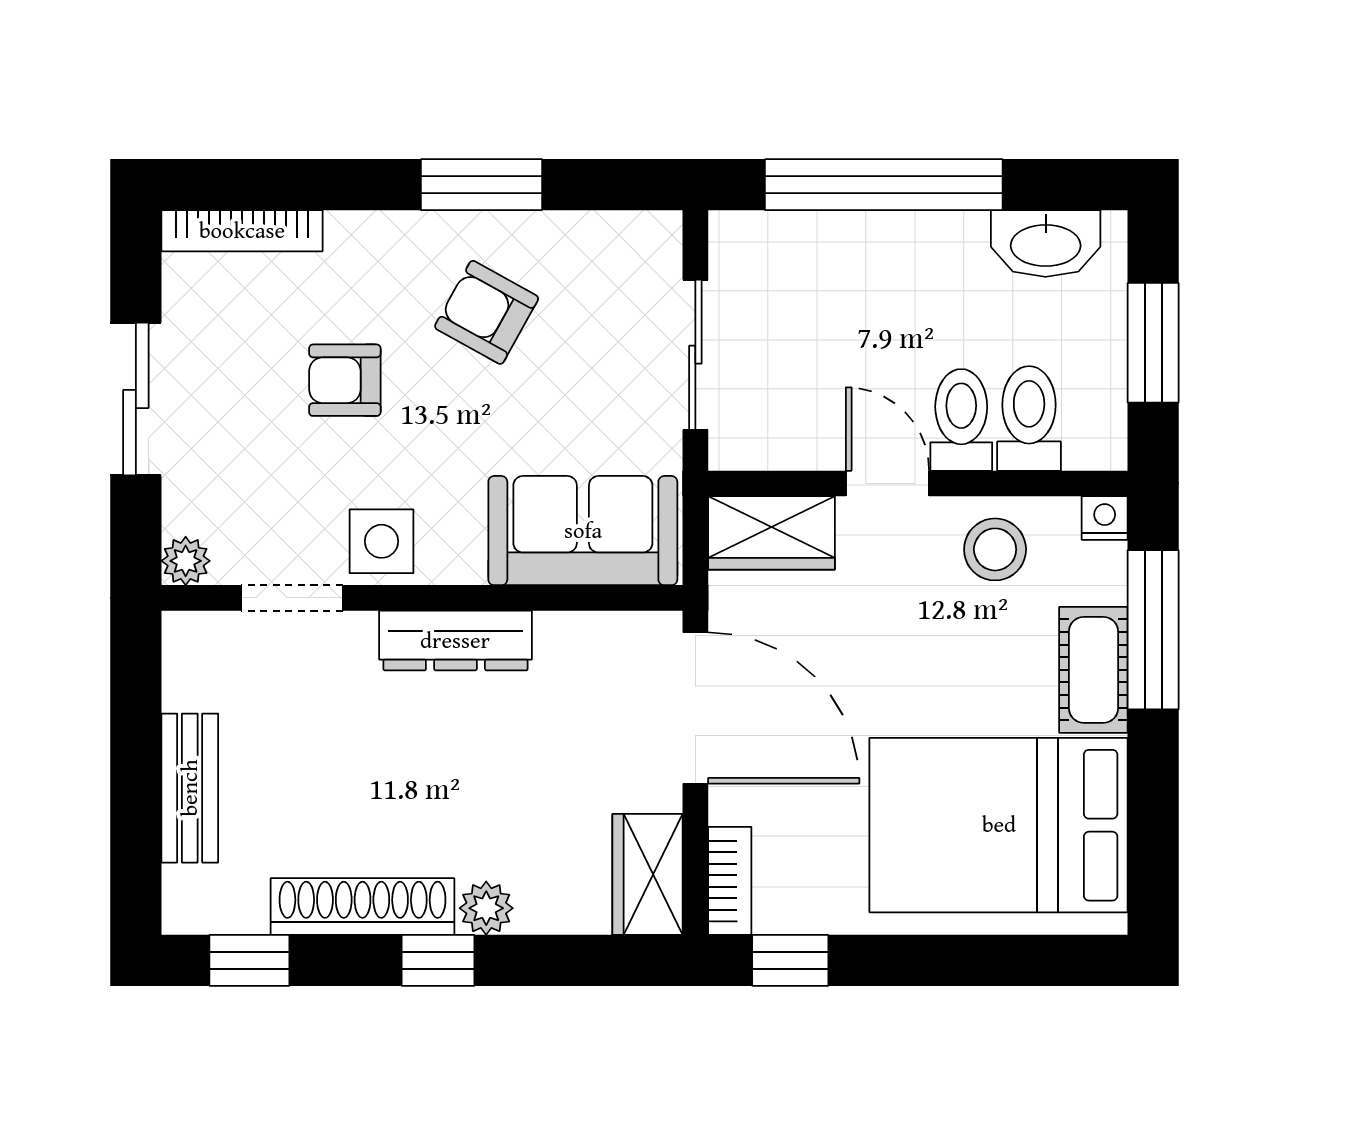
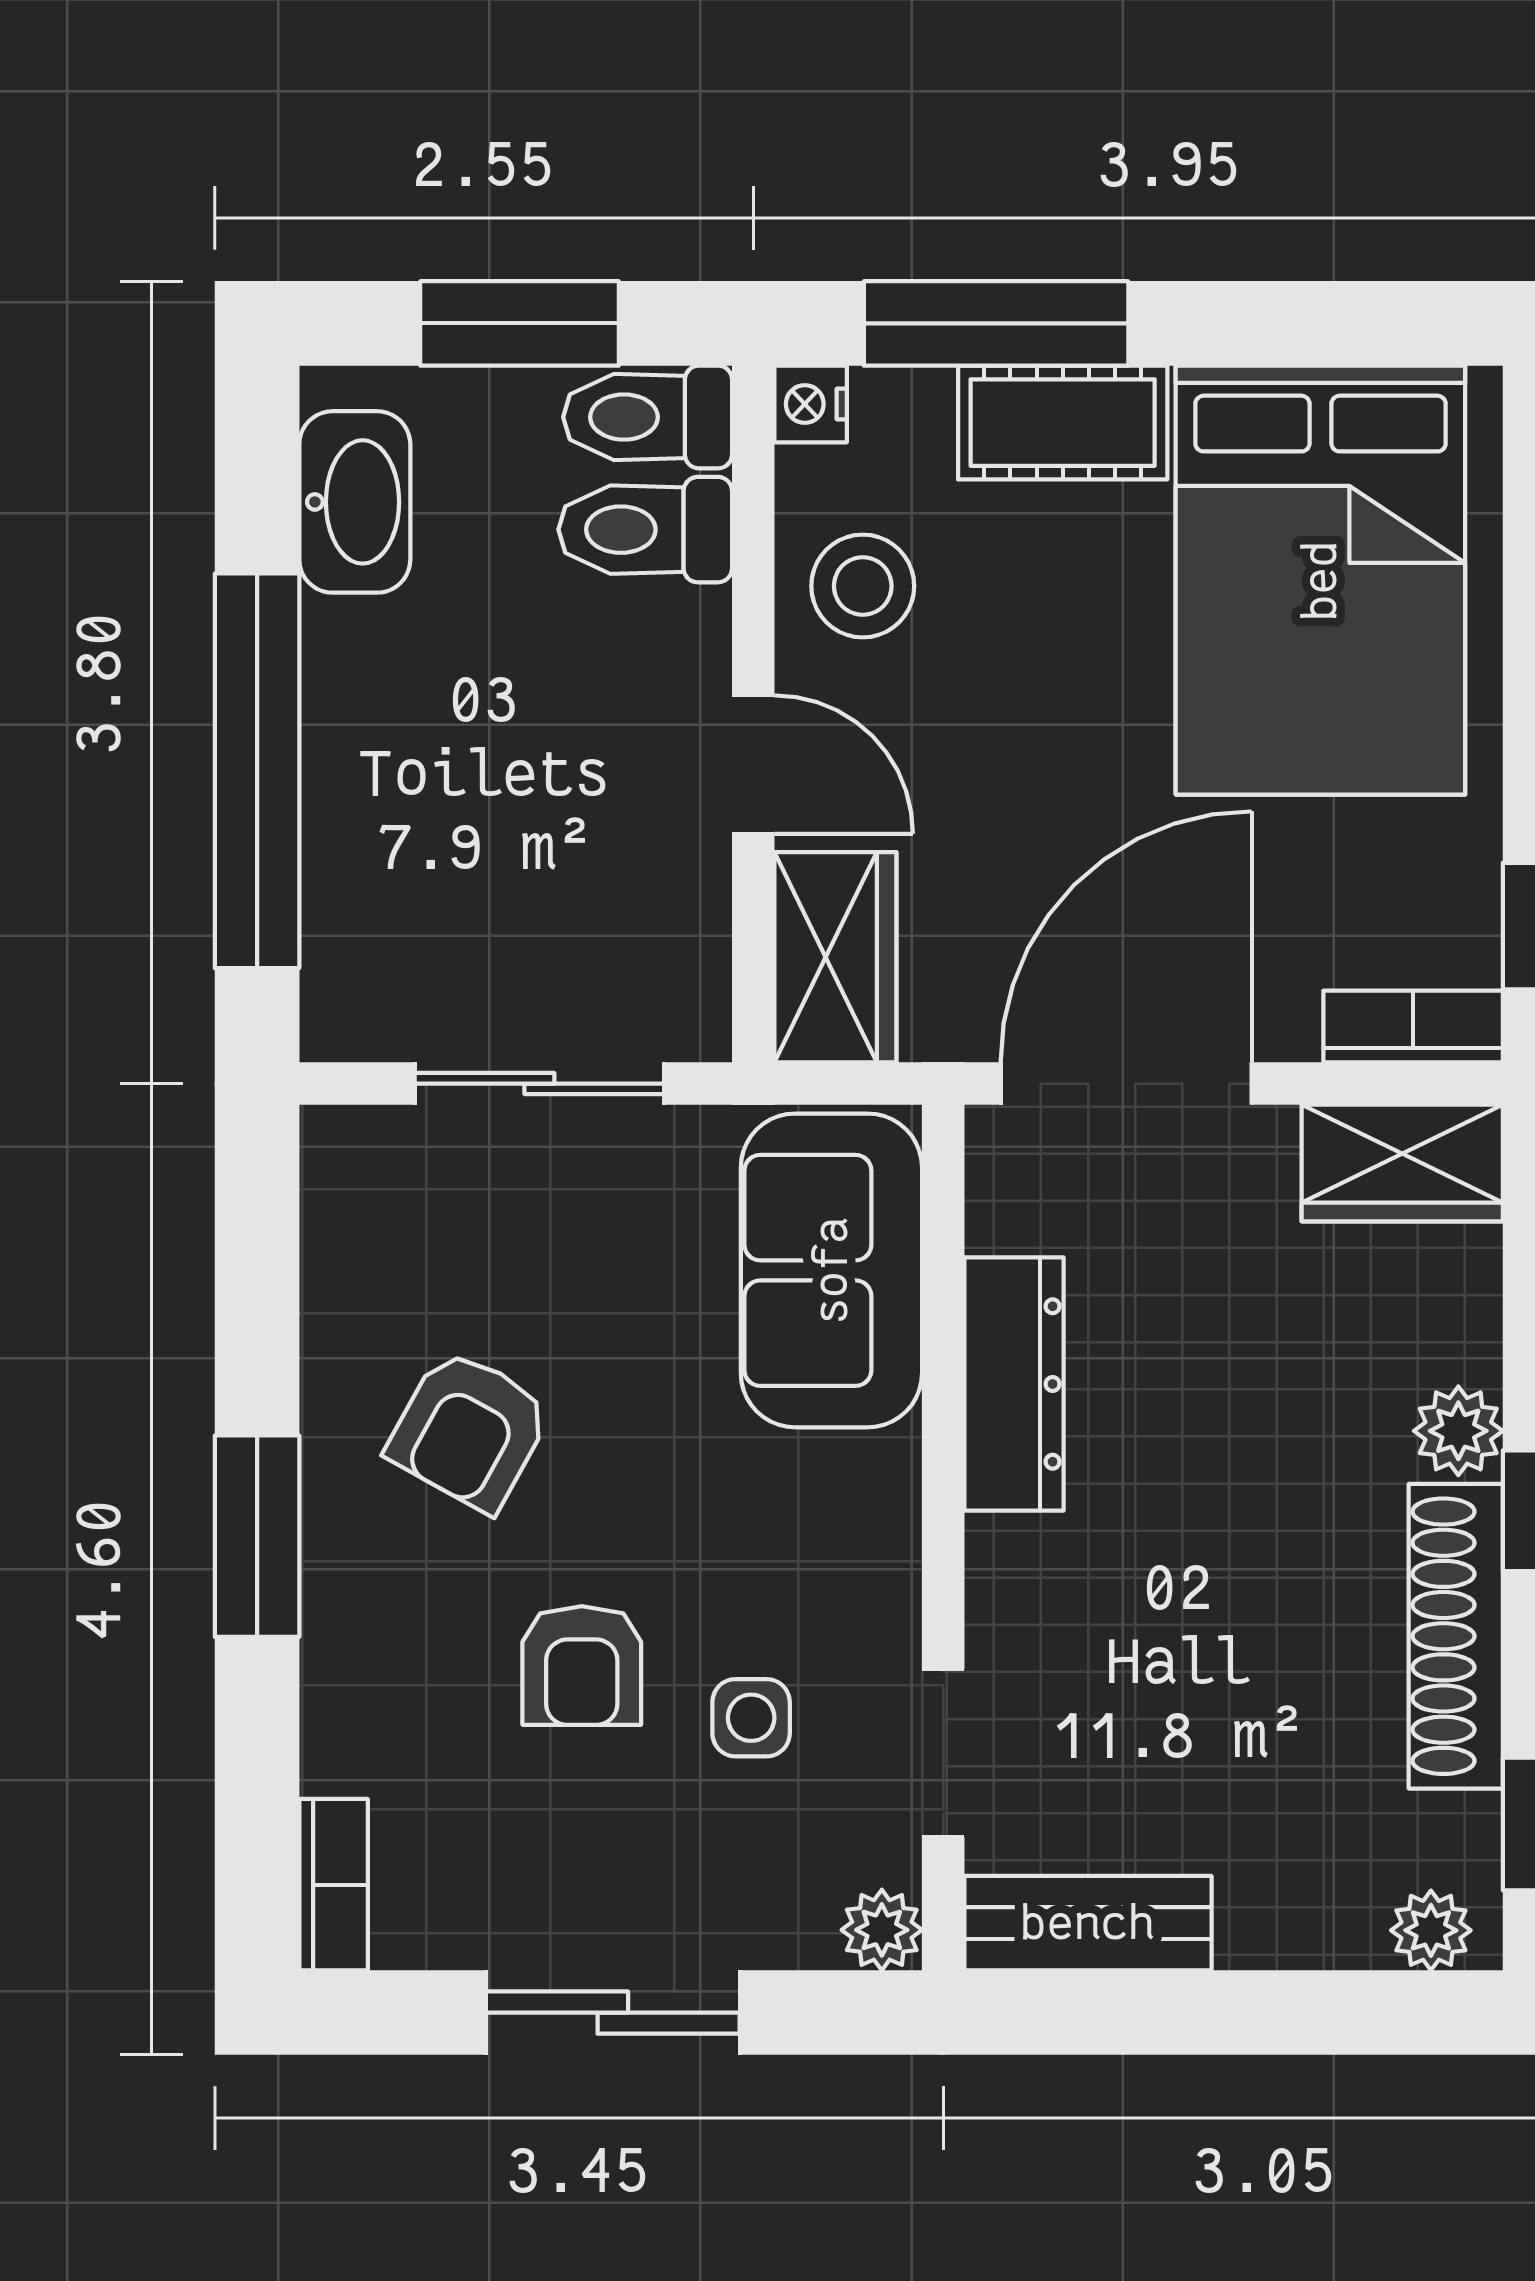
window: (482, 185) -> (257, 1536), moved
bookcase: (242, 231) -> (334, 1885), width x0.64
toilet: (961, 420) -> (648, 417), moved
door: (888, 484) -> (753, 765), swing flipped
side table: (382, 541) -> (751, 1718), moved, width x0.73, depth x0.73
dresser: (455, 641) -> (1014, 1384), moved
bench: (190, 788) -> (1088, 1923), moved
plant: (185, 892) -> (1431, 1930), added

